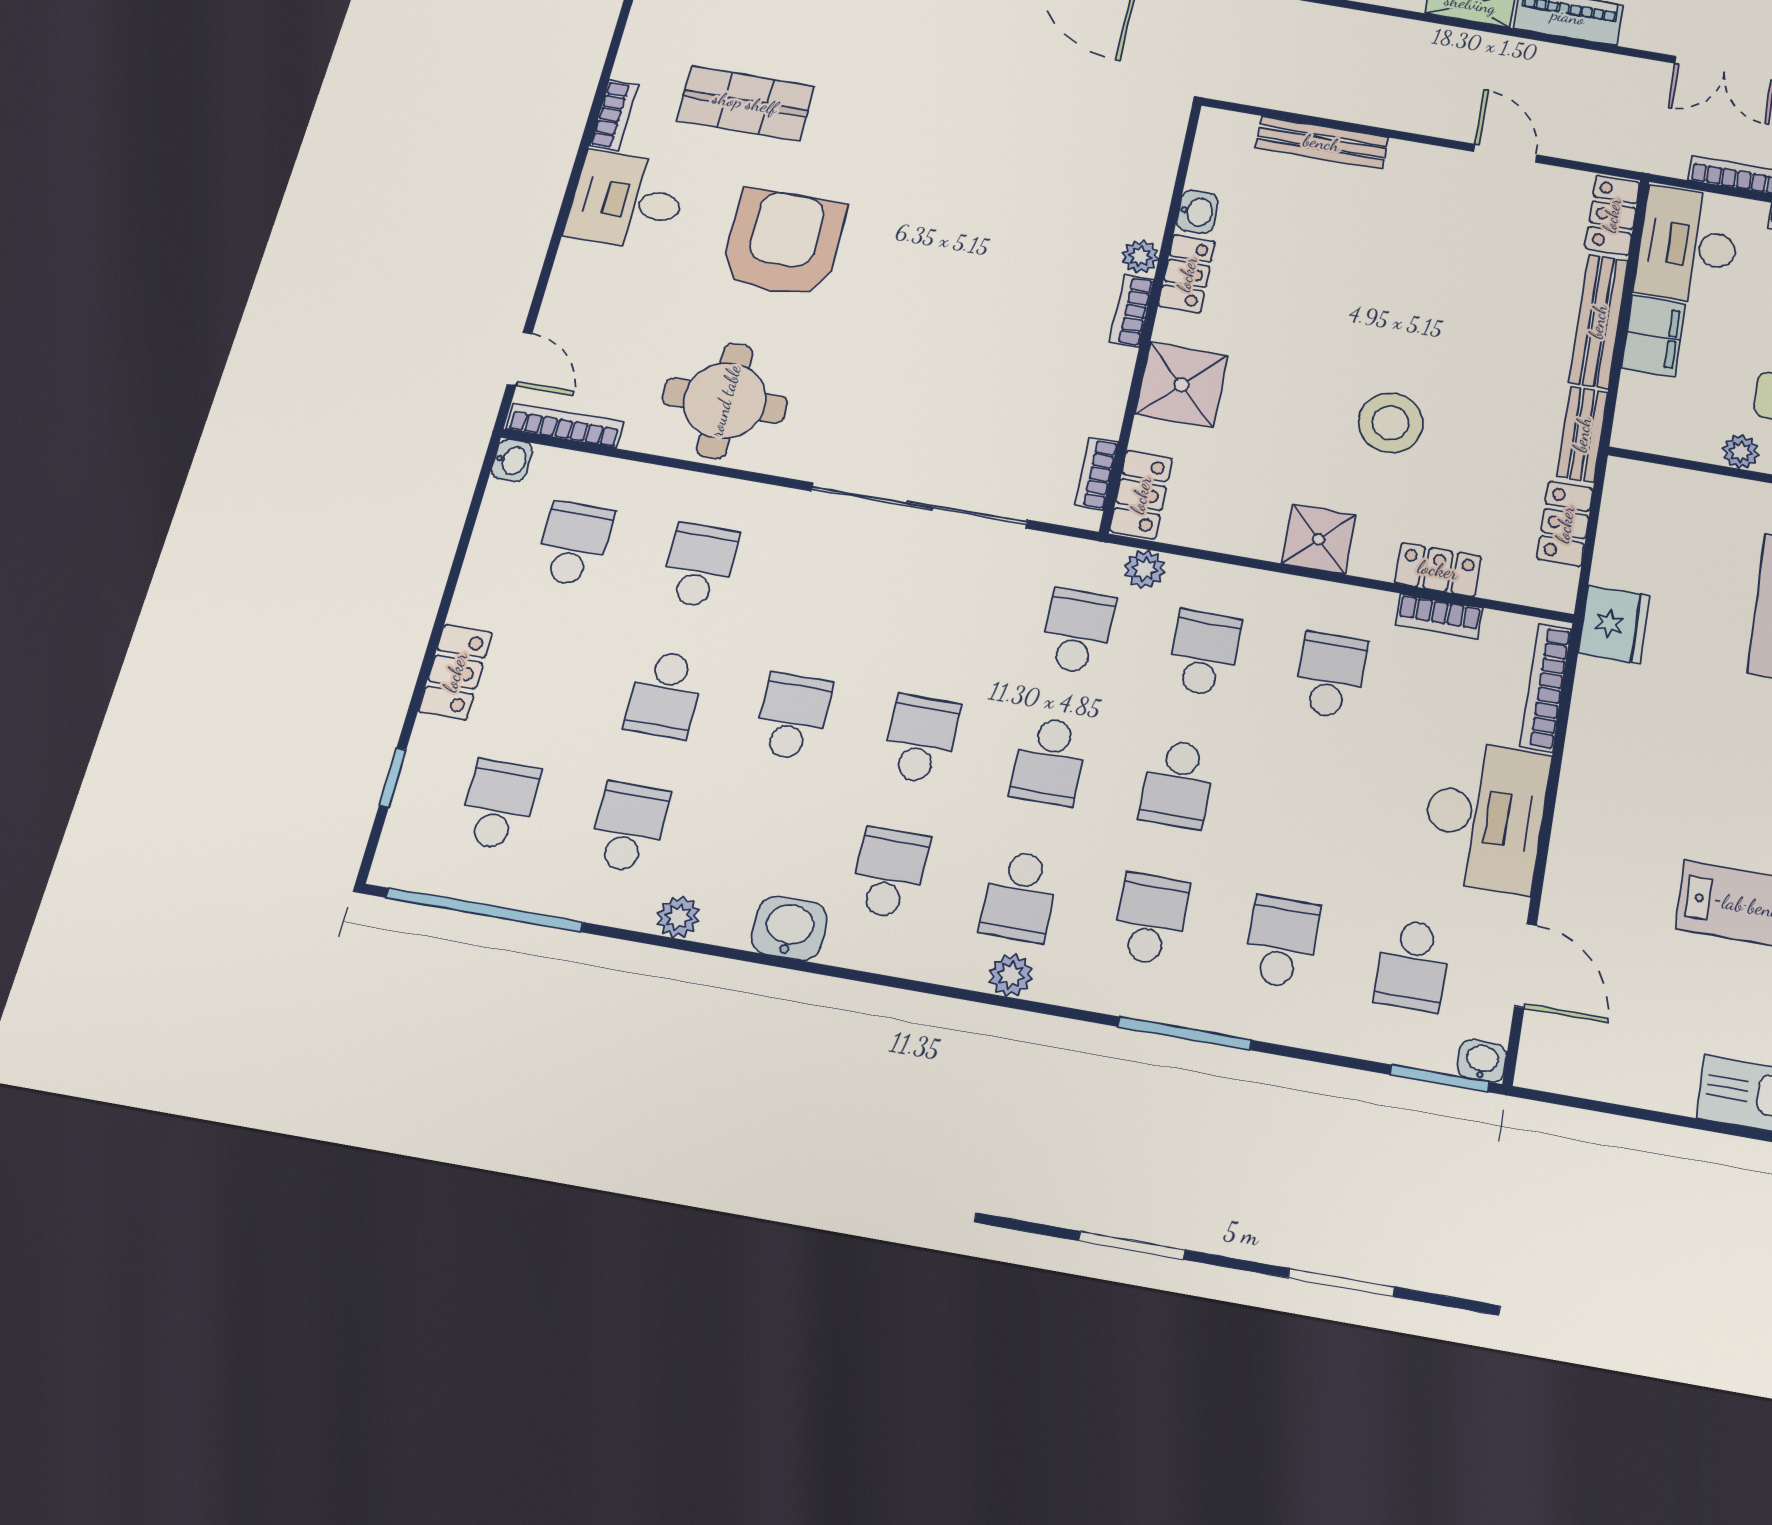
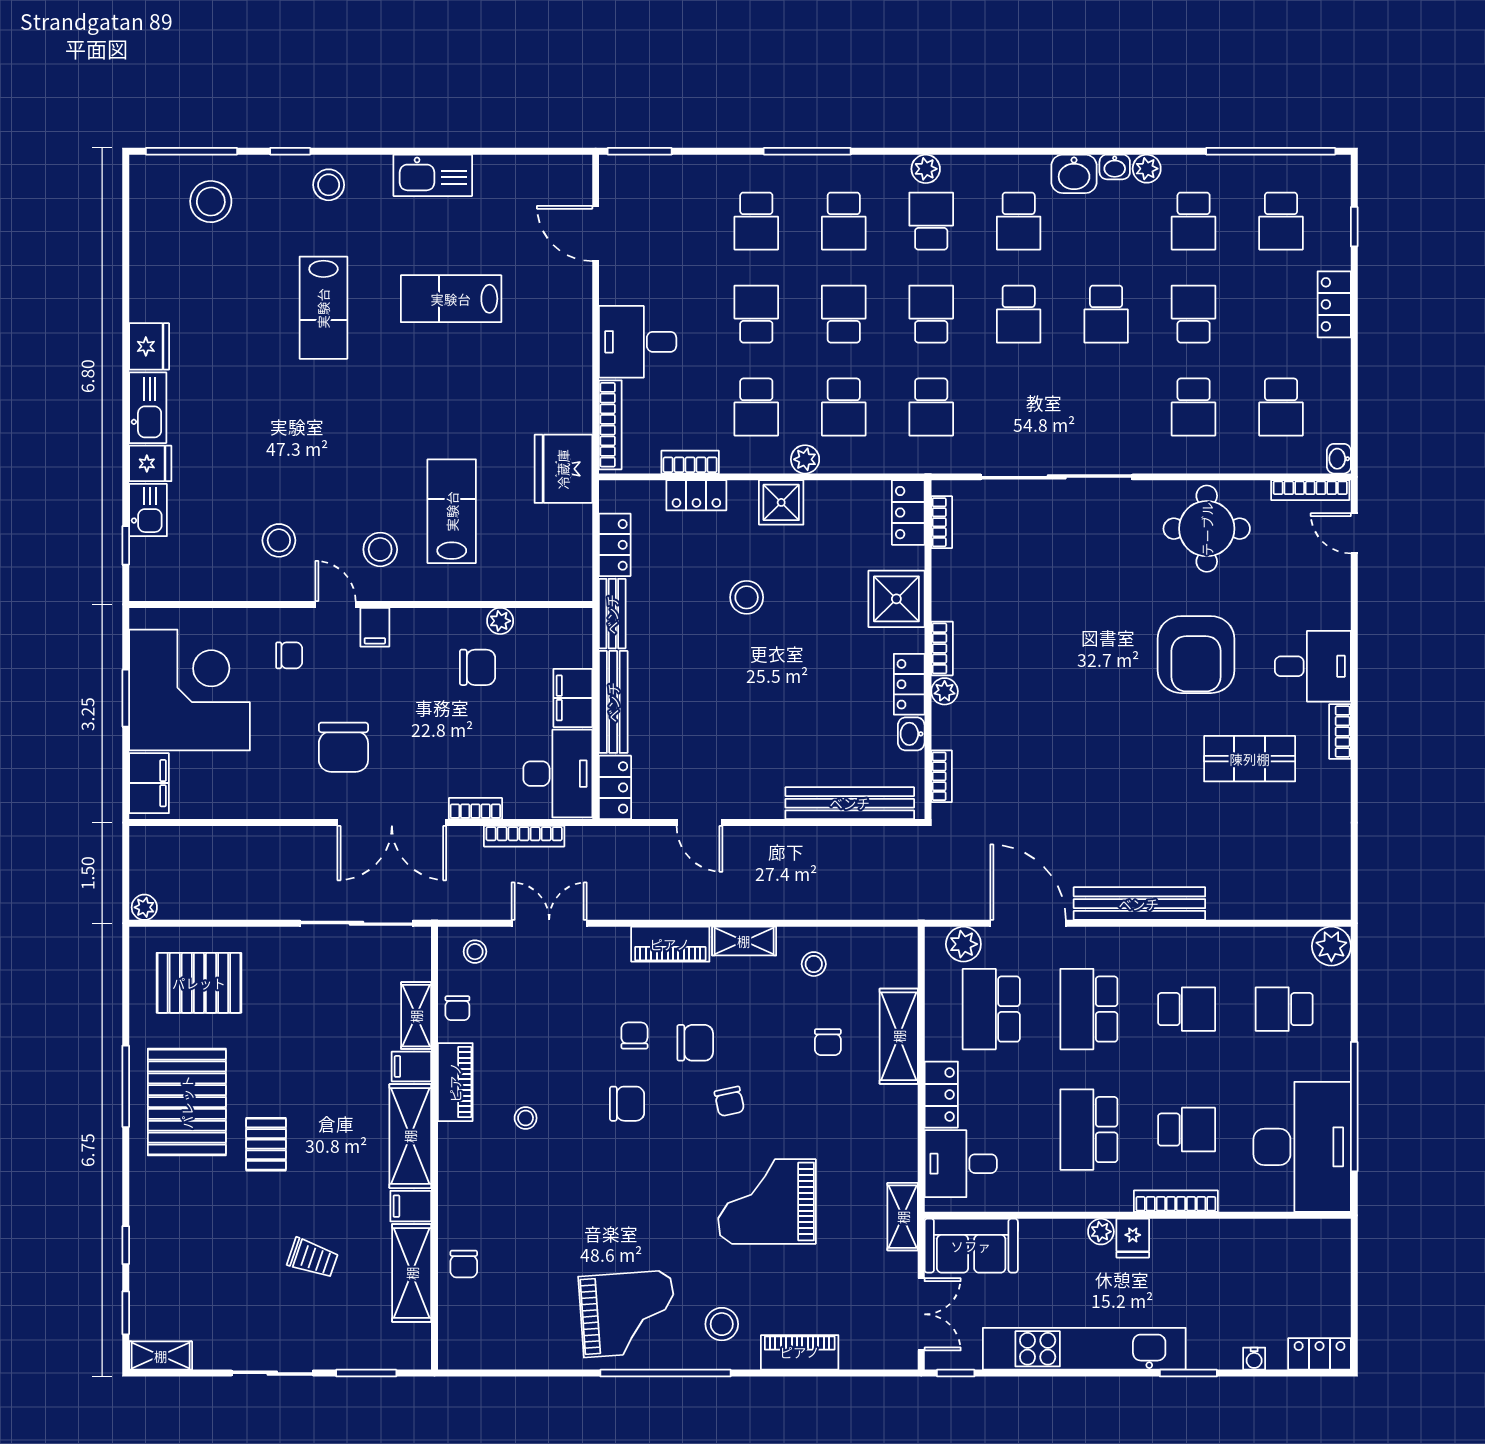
bench: (1322, 143) -> (850, 803), width x1.37, depth x1.21
bookcase: (1167, 153) -> (942, 776), added
stool: (1391, 423) -> (747, 597), width x0.73, depth x0.73
plant: (1145, 569) -> (805, 459), moved
fridge: (1614, 624) -> (563, 469), width x1.36, depth x1.34
desk: (1485, 816) -> (638, 342), width x0.73
school desk: (1413, 965) -> (756, 314), moved
washbasin: (1482, 1061) -> (1115, 167), moved

